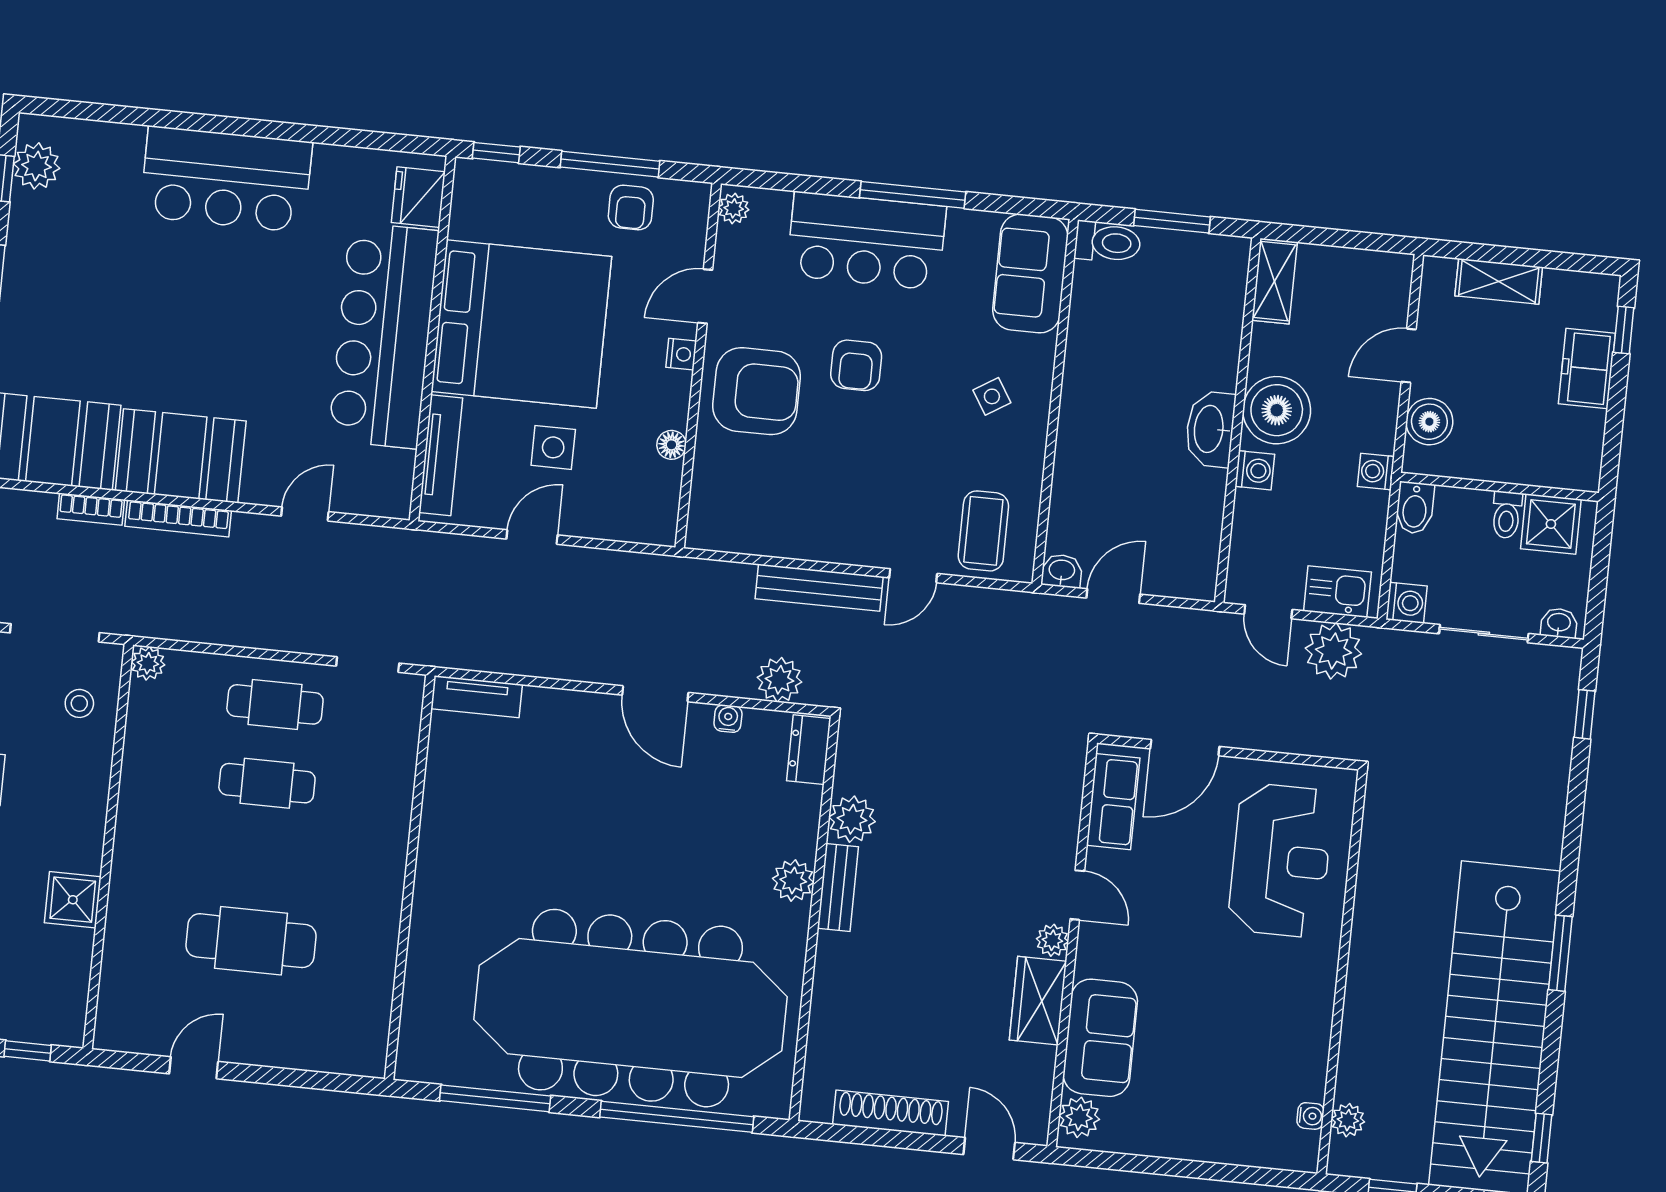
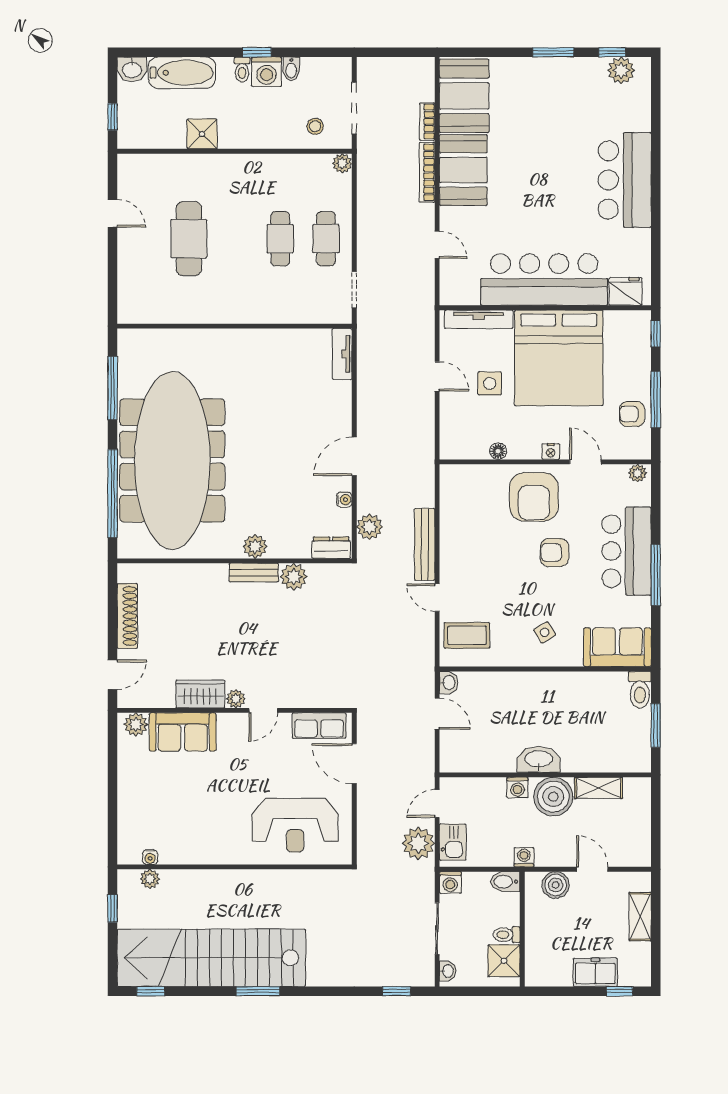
shelving: (1275, 281) -> (598, 788), moved

